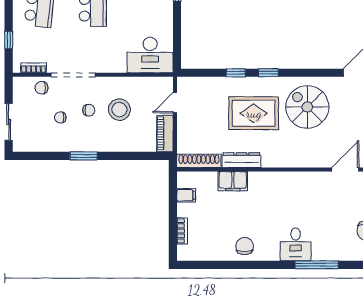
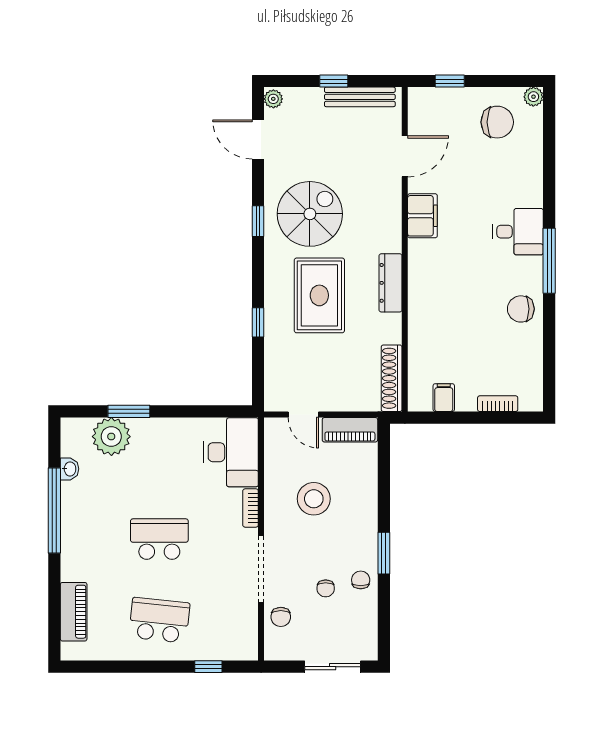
bookcase: (34, 68) -> (251, 508), moved
window: (268, 73) -> (258, 221), moved
spiral stairs: (307, 107) -> (310, 214), turned 180
chair: (89, 110) -> (361, 580), moved
dresser: (241, 160) -> (390, 283), moved
door: (345, 170) -> (405, 156), swing flipped
filing cabinet: (233, 181) -> (422, 216), moved
window: (317, 265) -> (549, 261), moved

